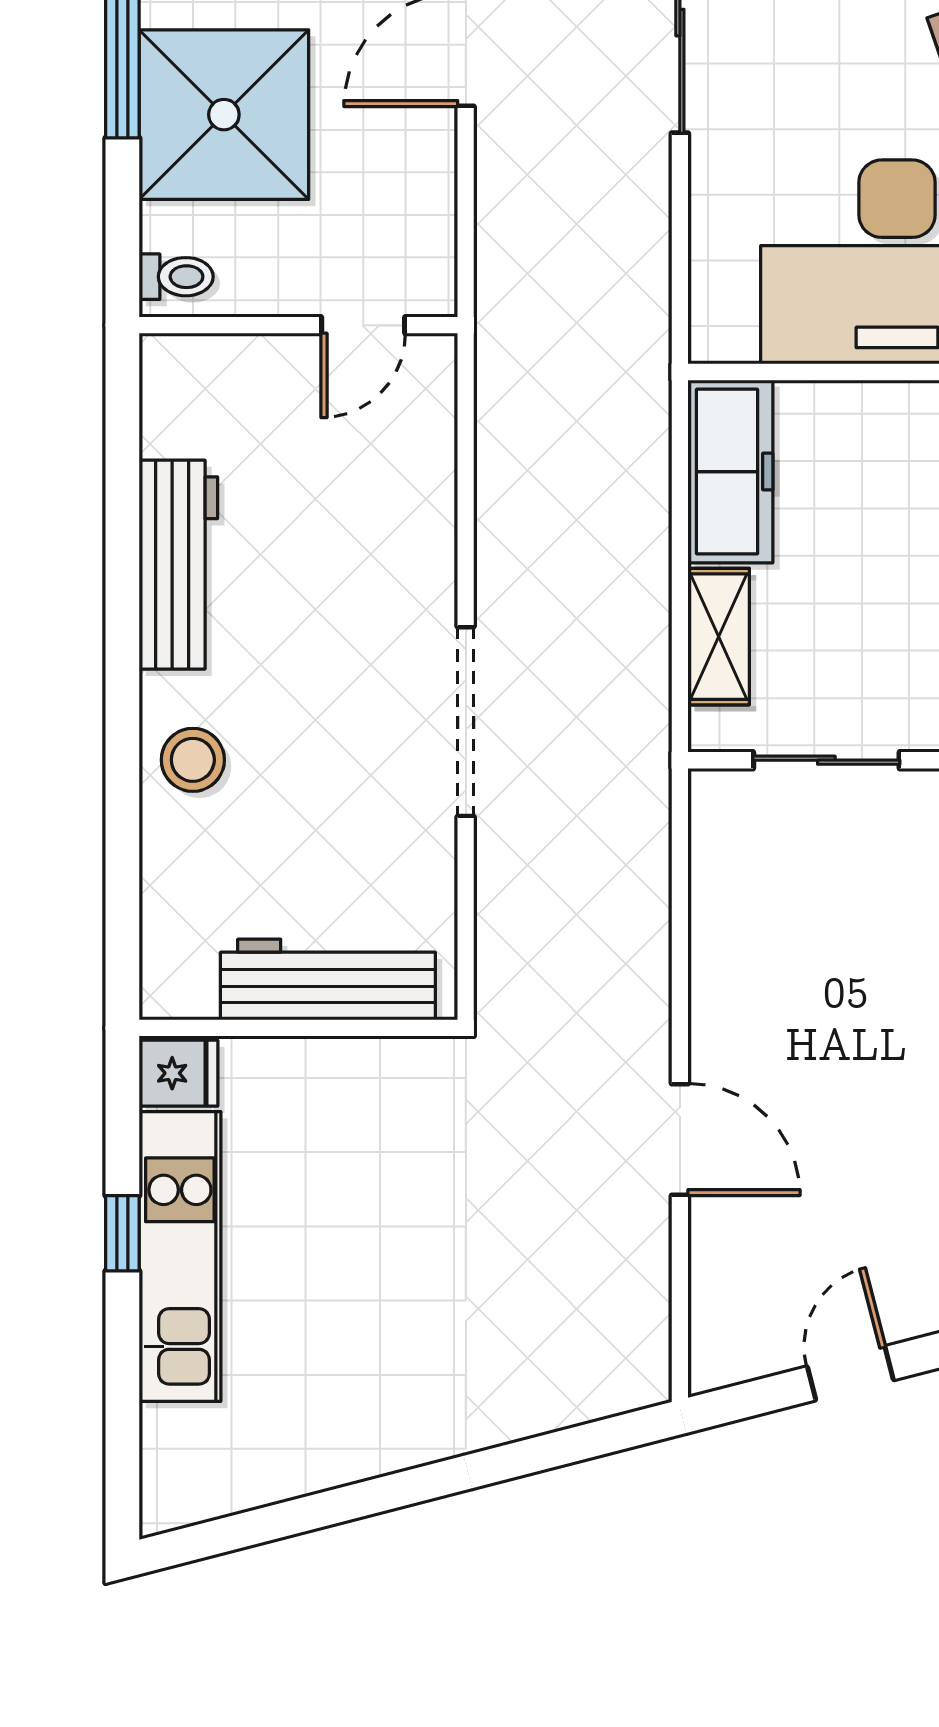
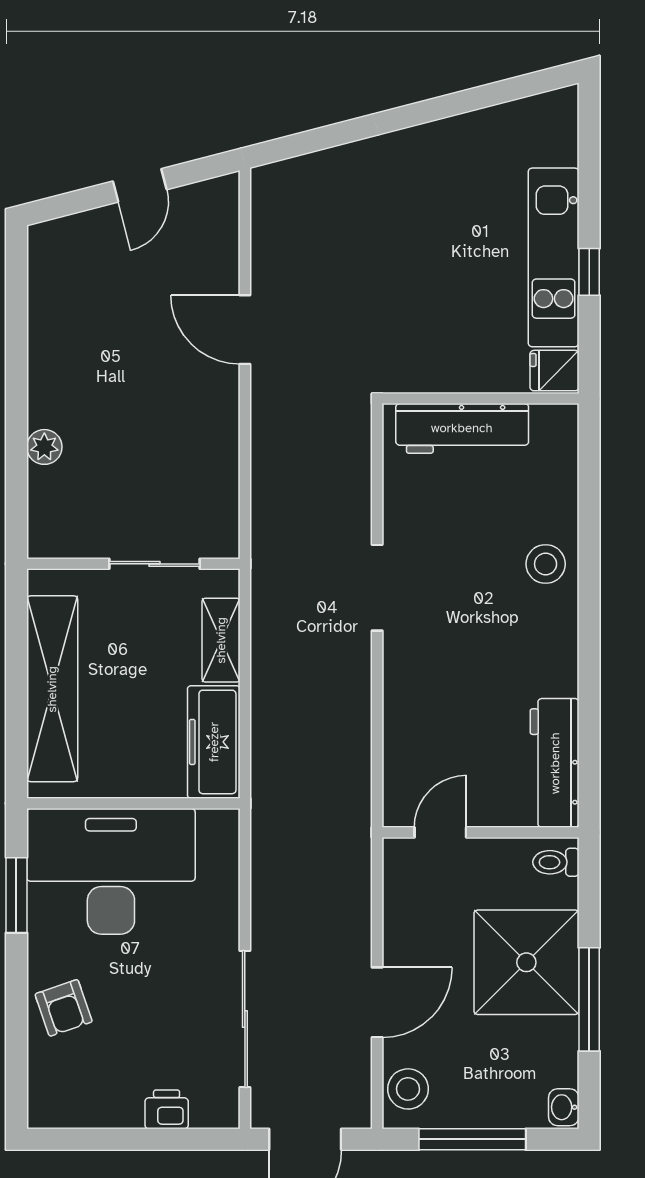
workbench: (178, 565) -> (555, 763), moved
doorway: (466, 722) -> (377, 588), width x0.73

